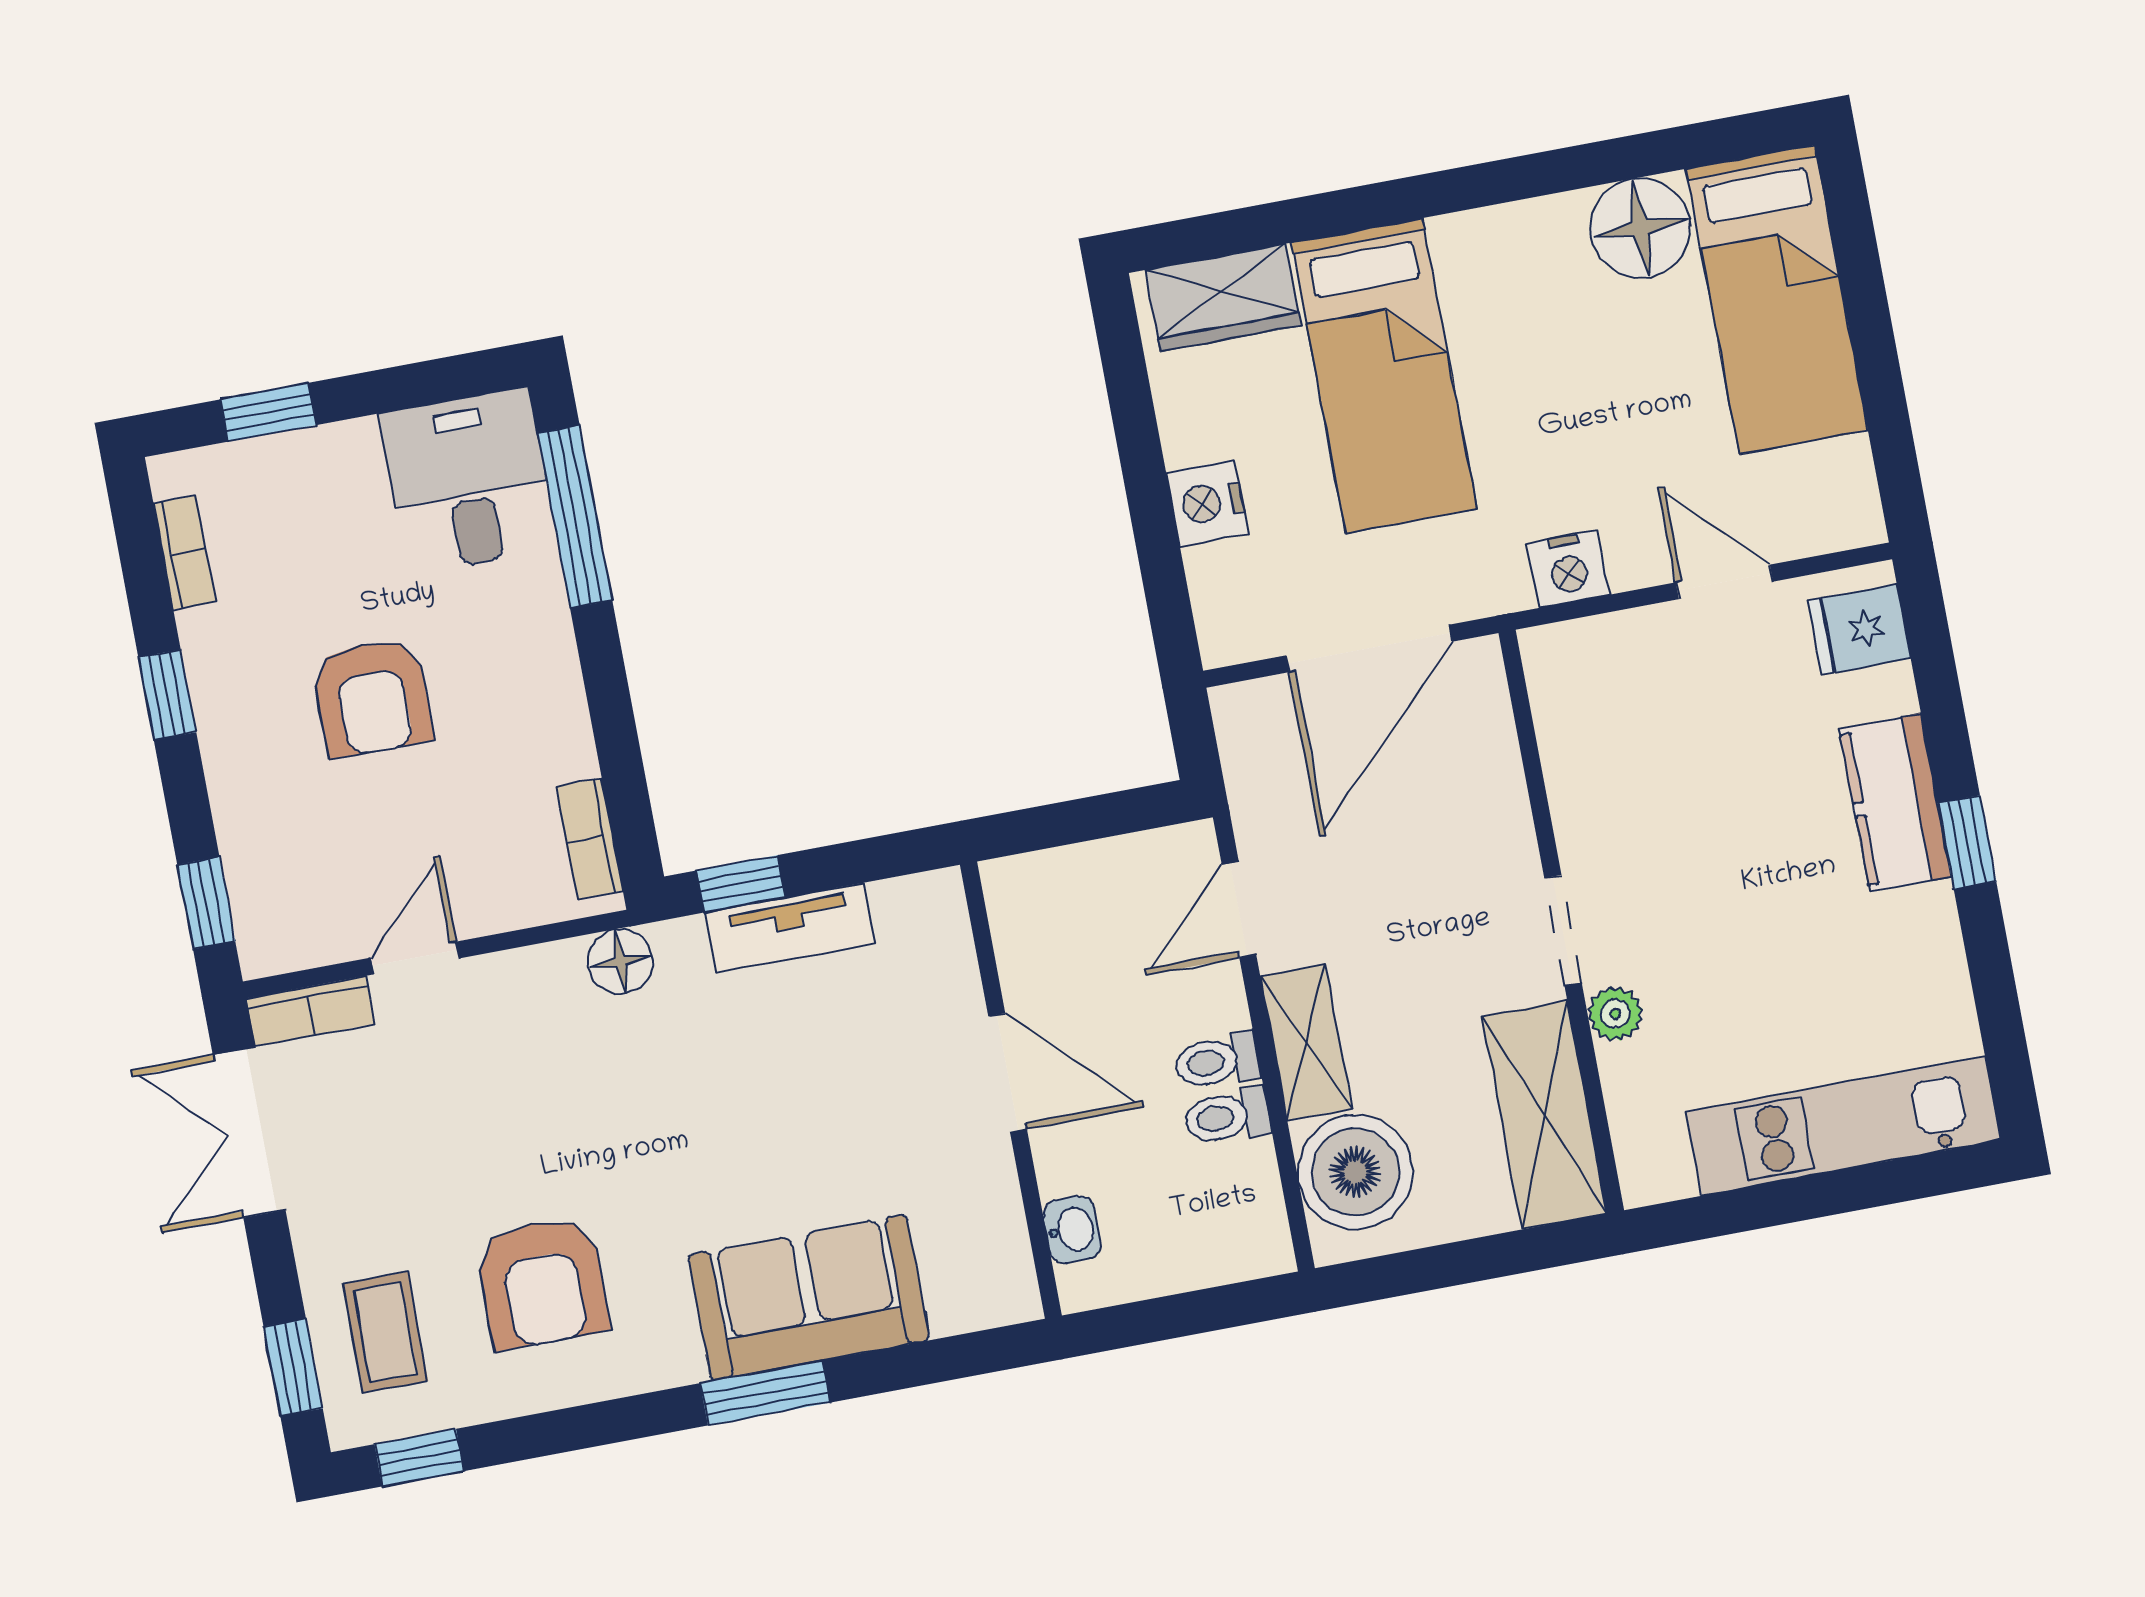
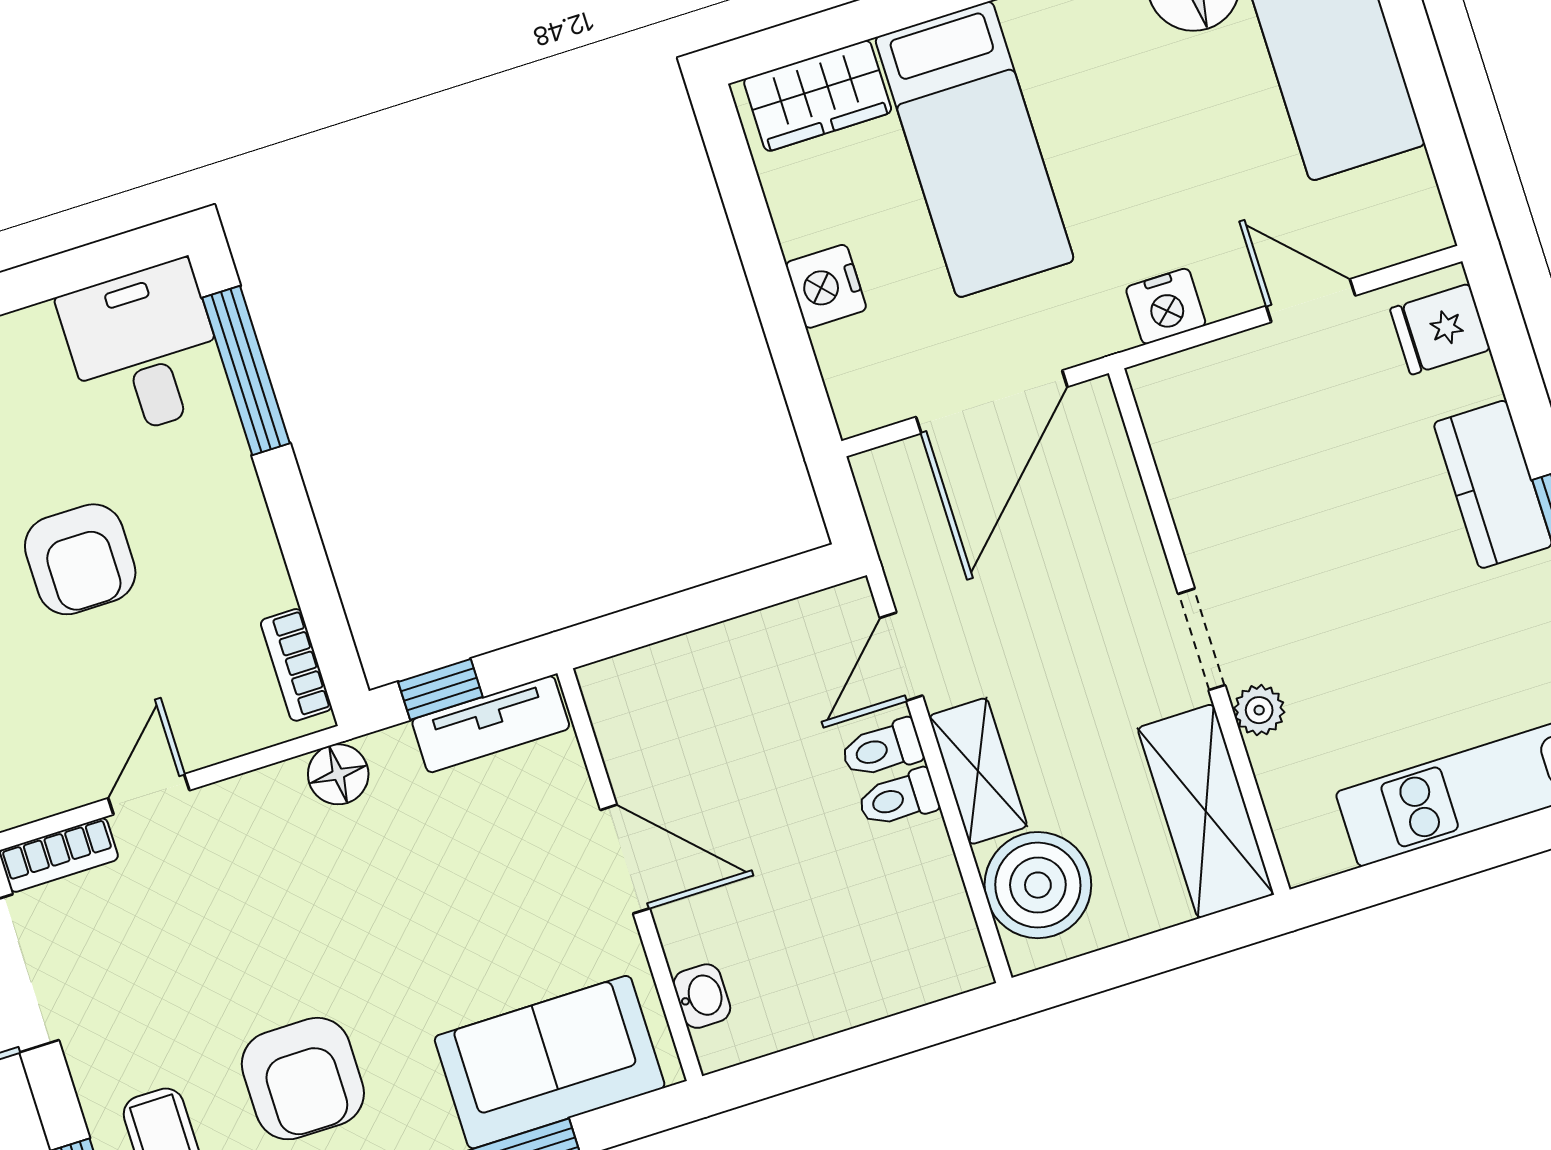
door: (1008, 1073) -> (625, 859), moved
wall: (1011, 1090) -> (630, 875), moved
toilet: (1227, 1116) -> (882, 749), moved
washbasin: (1072, 1230) -> (702, 996), moved

